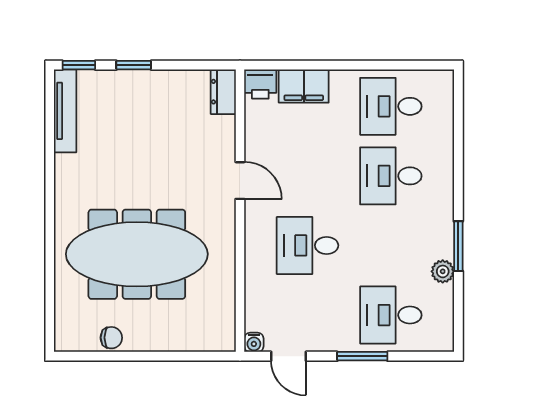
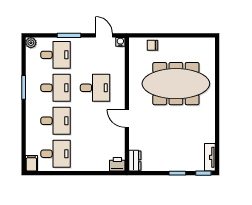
filing cabinet: (304, 86) -> (31, 163), moved, width x0.50
tv unit: (65, 111) -> (210, 157), width x0.71
desk: (391, 245) -> (56, 88), added
plant: (443, 271) -> (31, 43), moved
chair: (111, 338) -> (152, 45), moved

